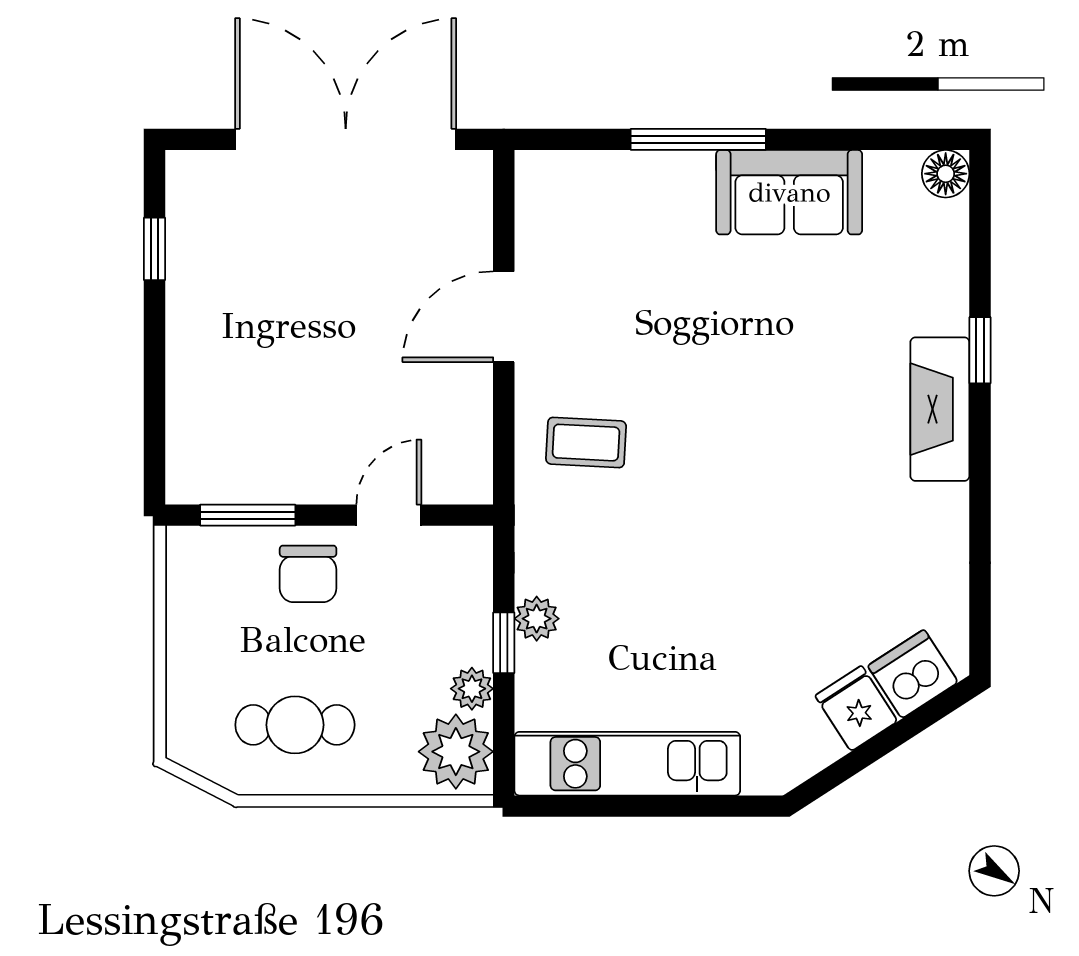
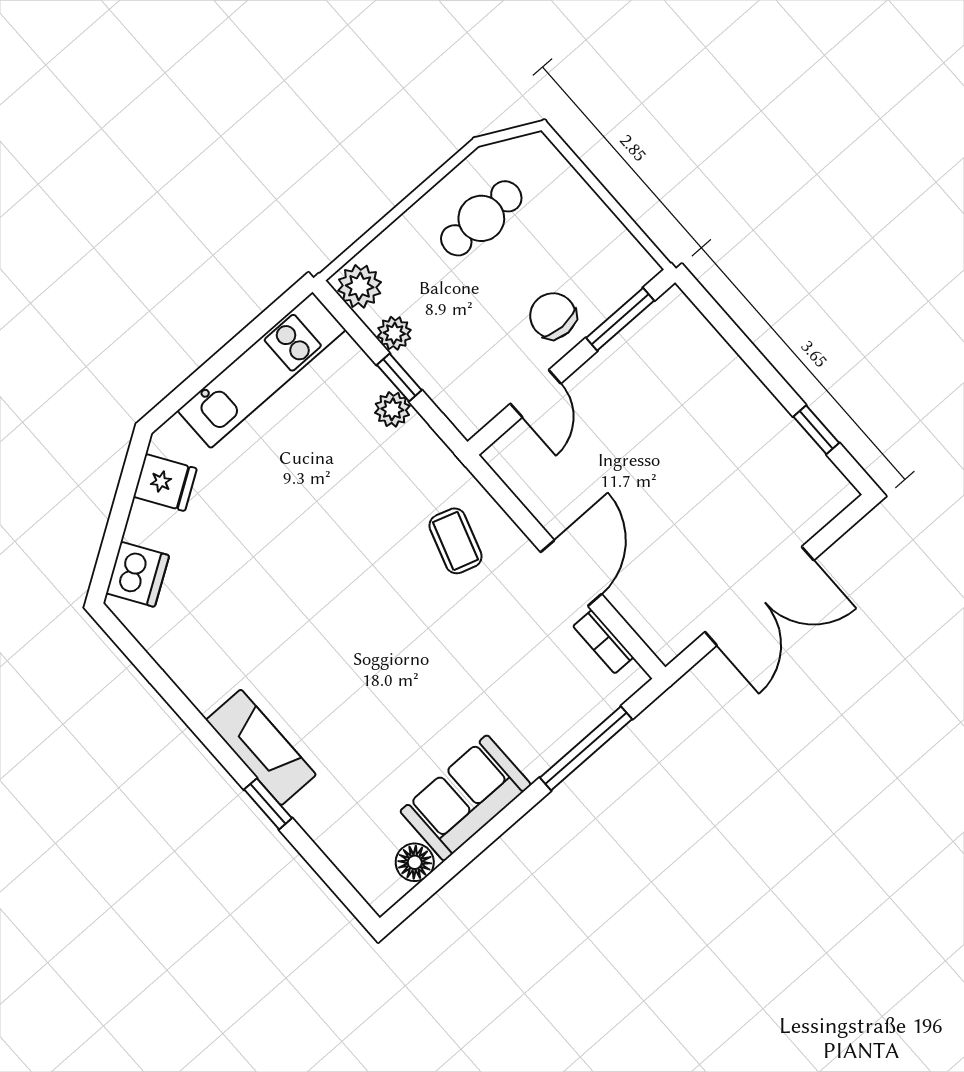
double door: (346, 139) -> (759, 596), width x0.73
window: (698, 139) -> (586, 748), moved
floor lamp: (946, 174) -> (415, 862), moved
bookcase: (530, 225) -> (603, 642), added
coffee table: (586, 443) -> (456, 541), turned -75
fridge: (856, 708) -> (165, 483), moved
plant: (456, 752) -> (360, 286), width x0.73, depth x0.73

